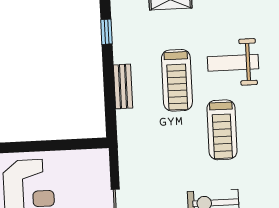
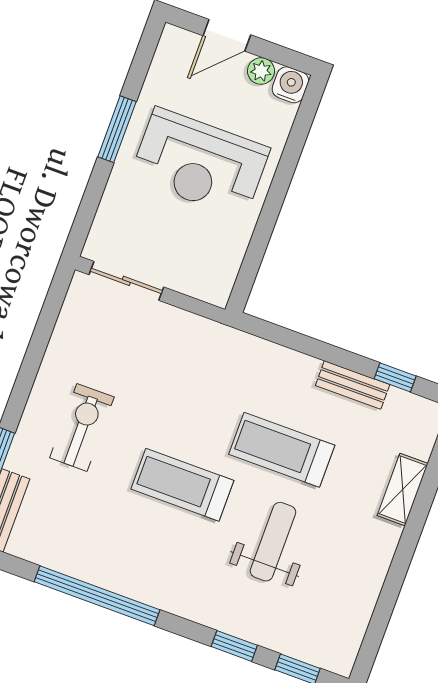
bench: (123, 86) -> (353, 385), moved

